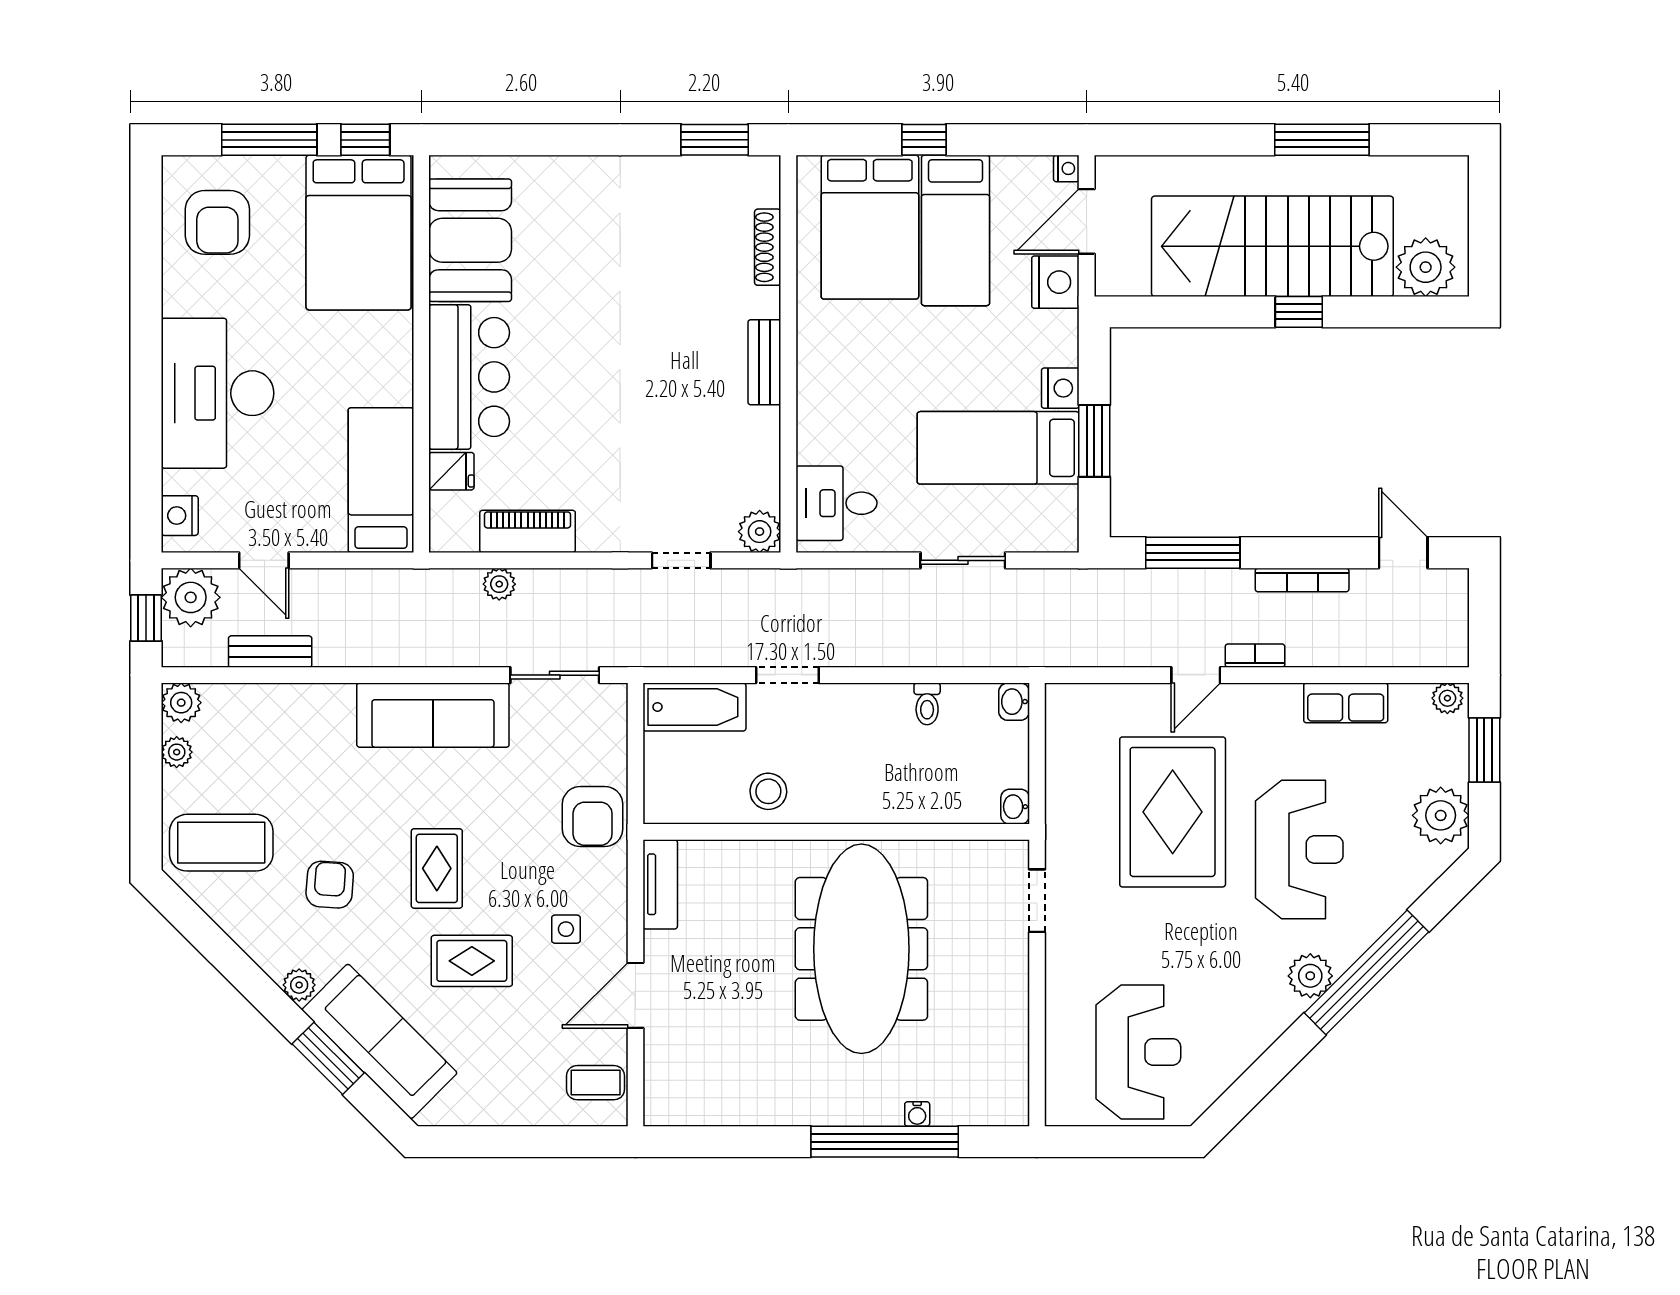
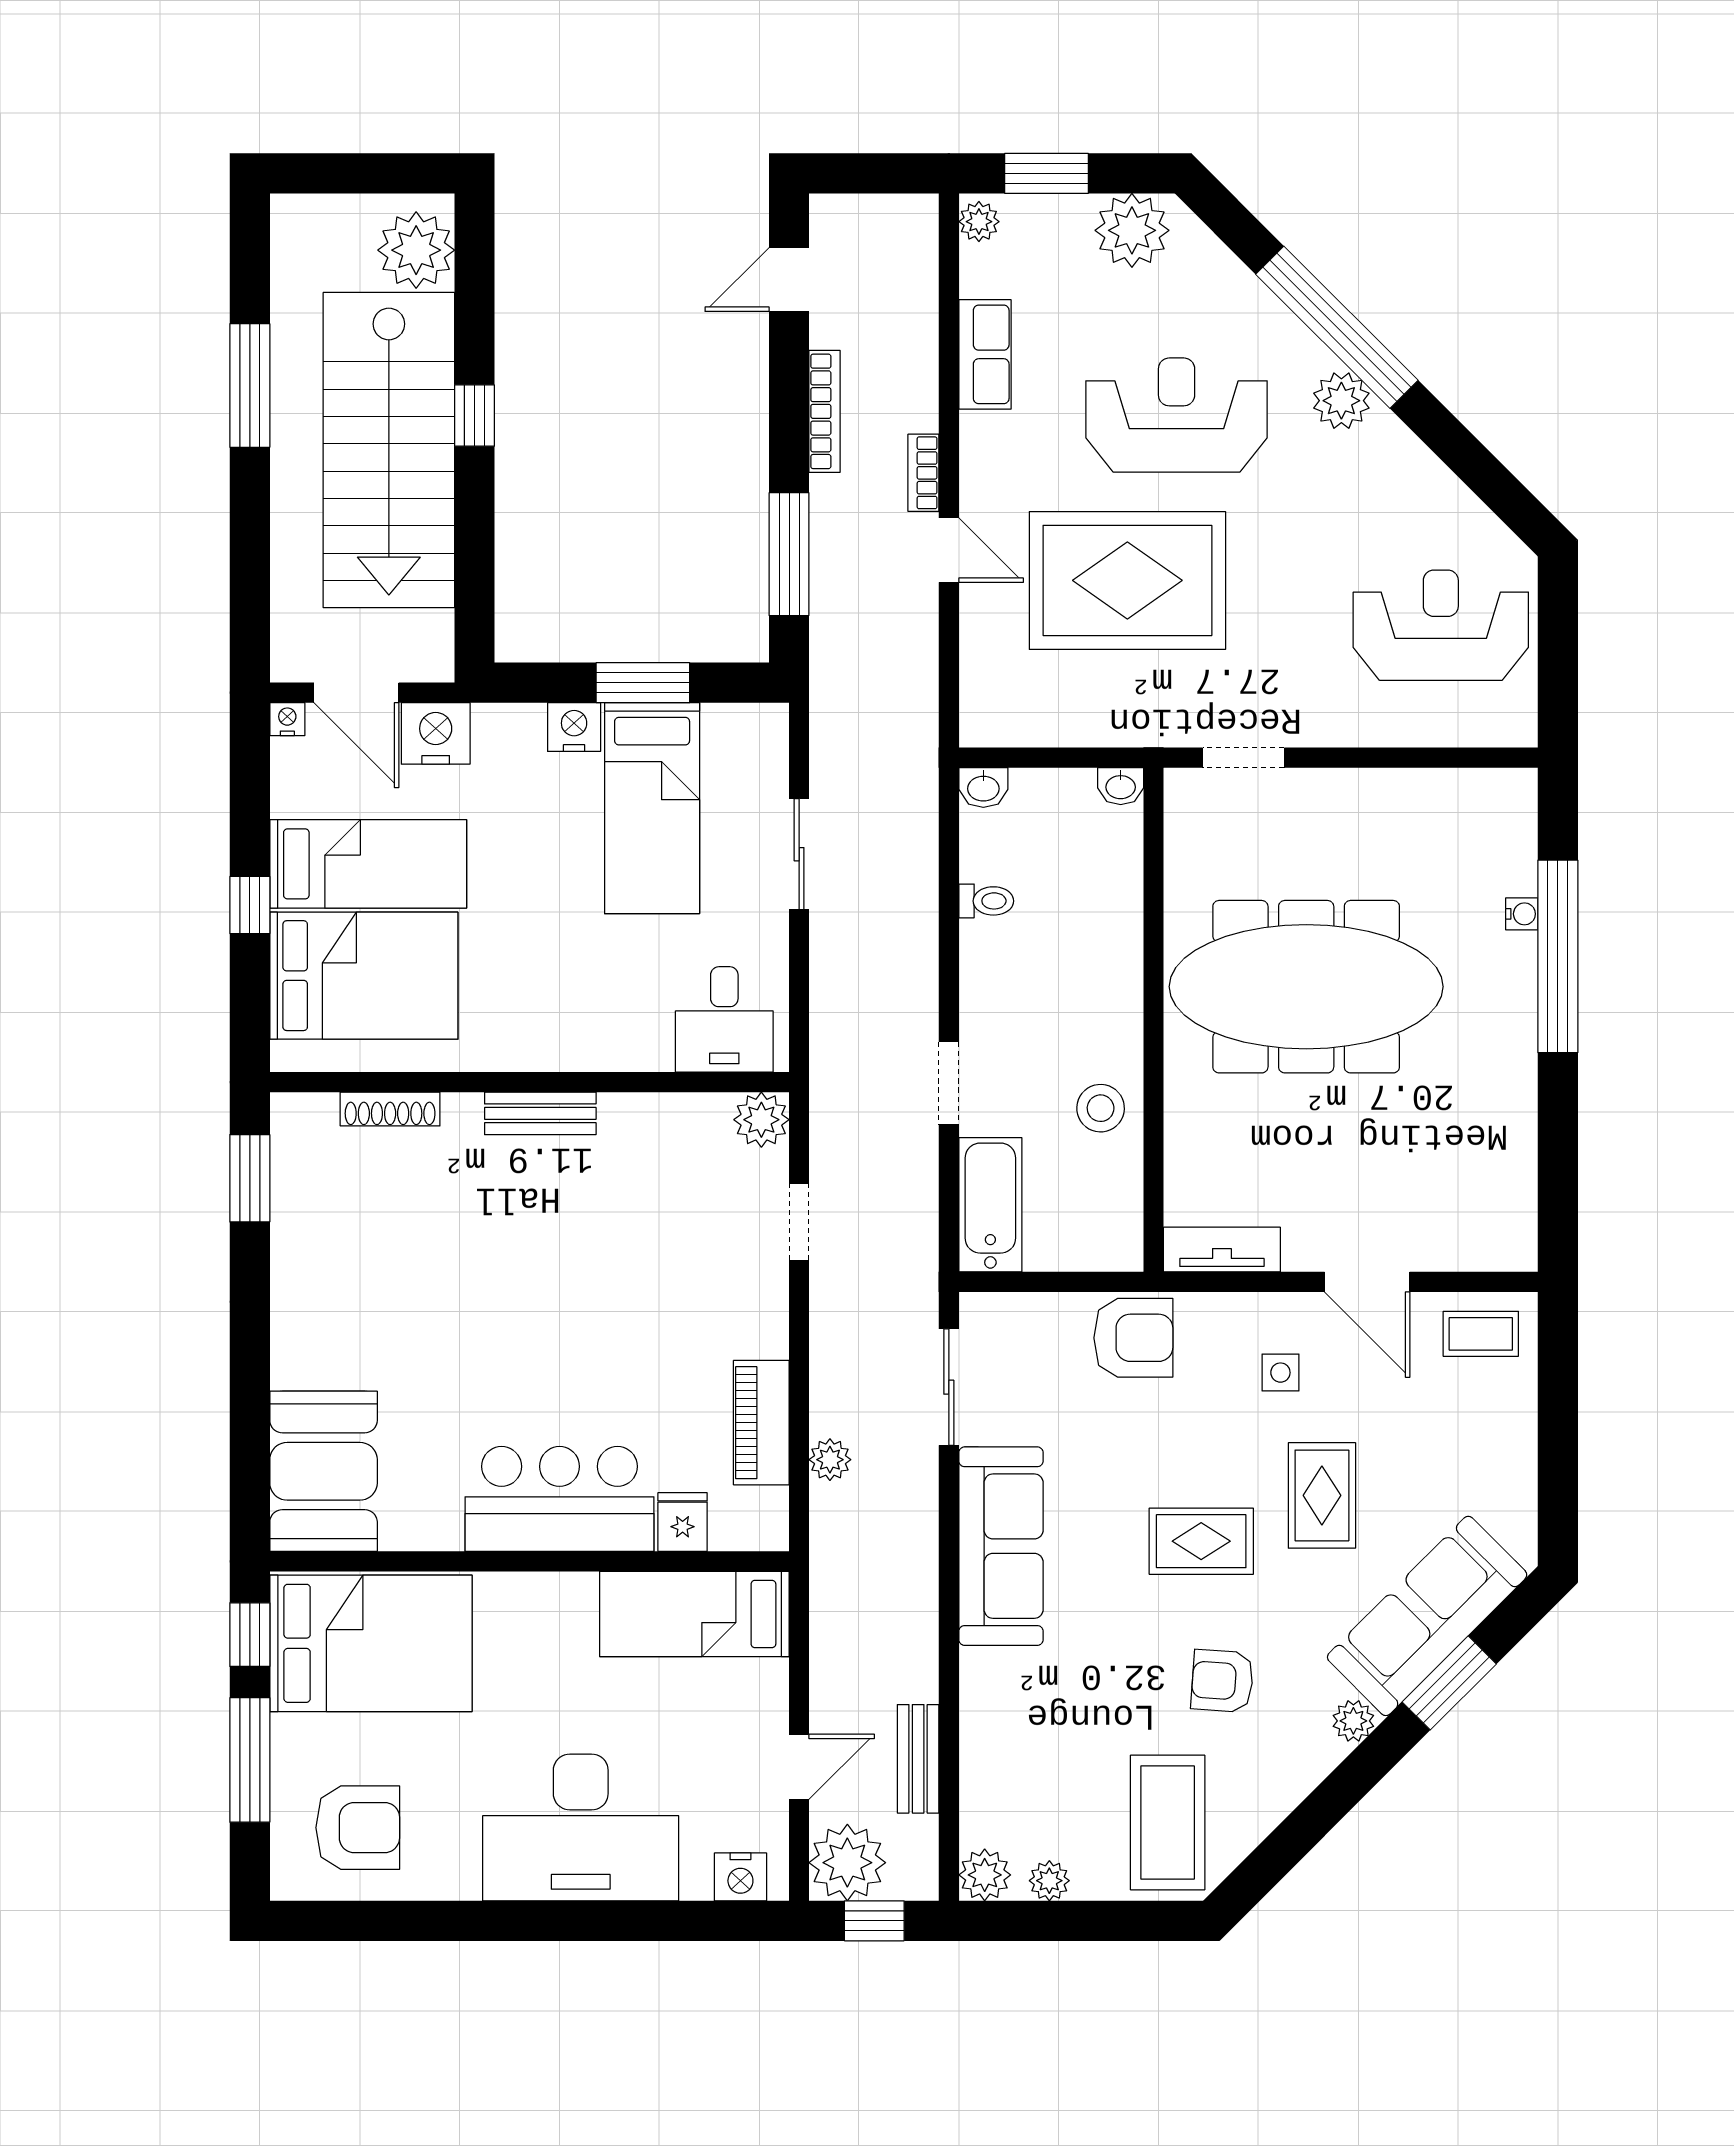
booth: (470, 240) -> (324, 1471), moved, turned 90
coffee table: (596, 1083) -> (1481, 1334), turned 90

